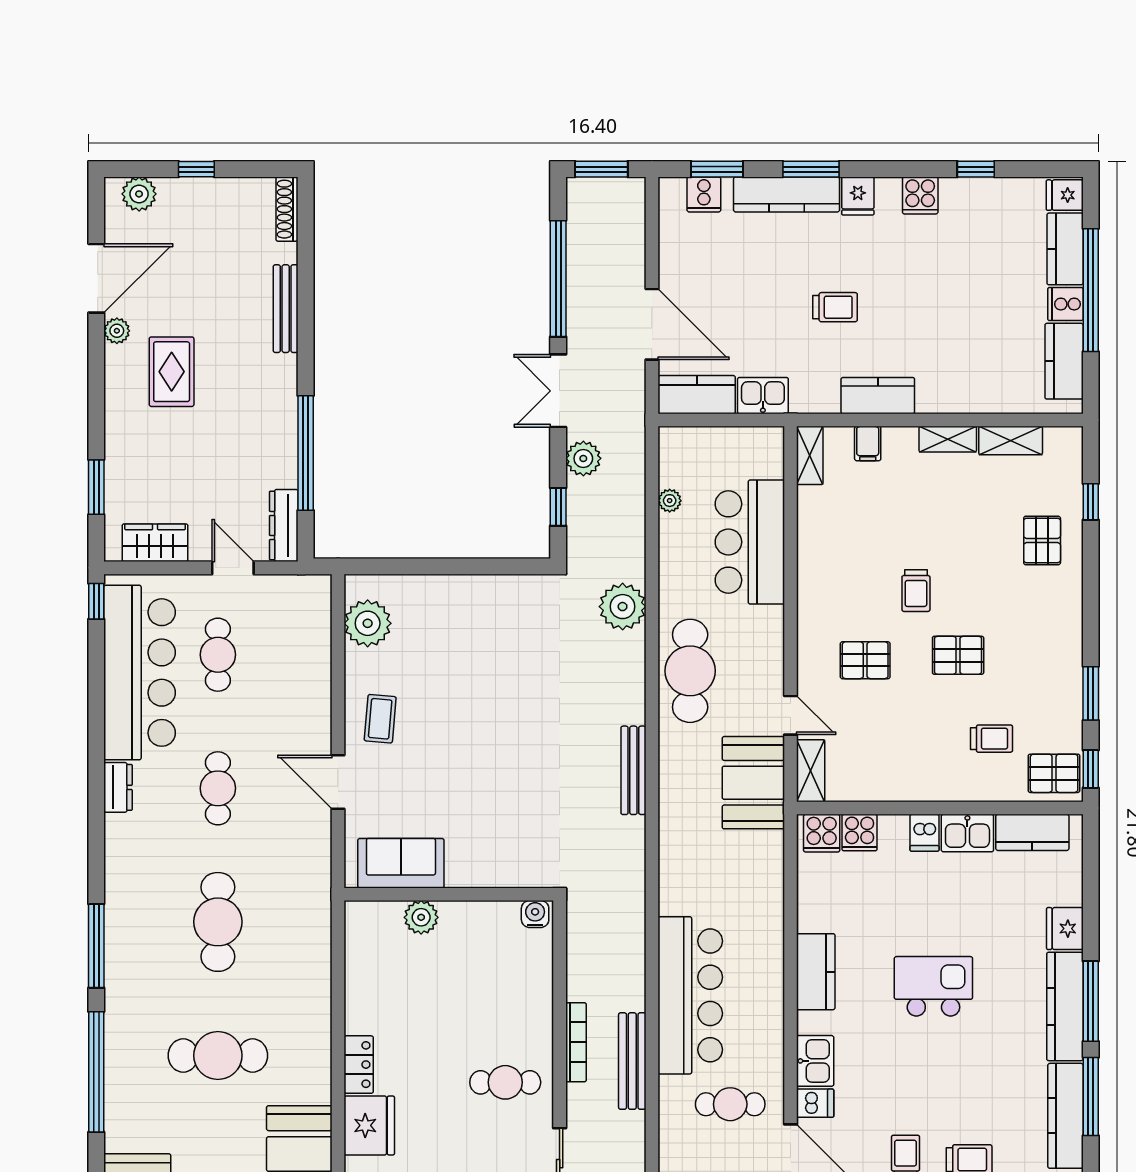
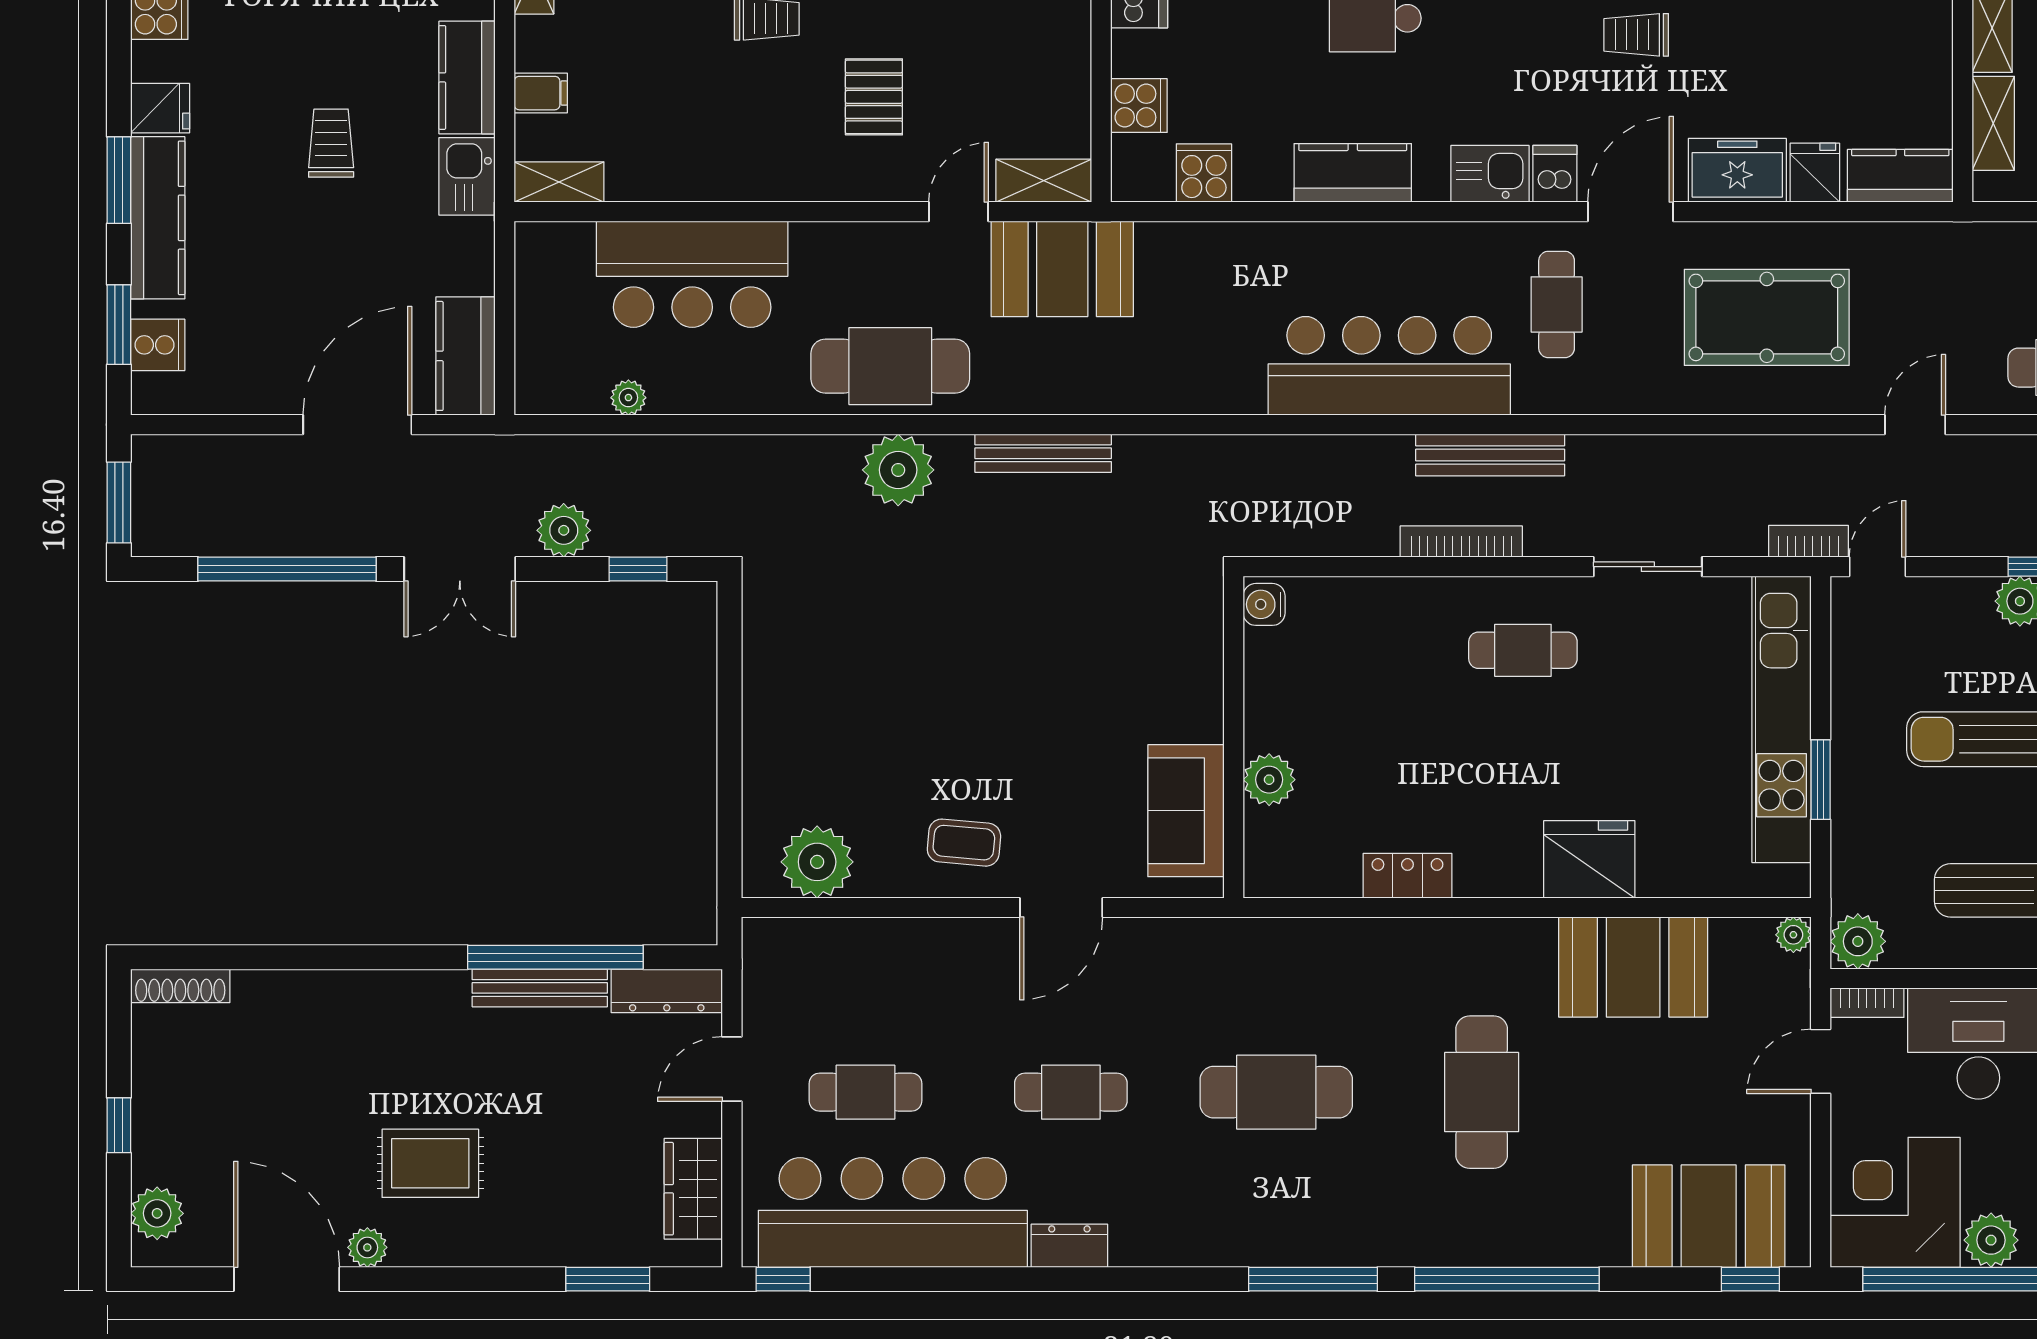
bench: (286, 309) -> (540, 988), moved
kitchen sink: (763, 396) -> (467, 176), moved
plant: (623, 607) -> (898, 470), moved
cooker: (822, 833) -> (1204, 173), moved, turned -90
locker: (359, 1065) -> (1407, 876), moved
cafe table: (505, 1082) -> (1523, 650), turned 90

